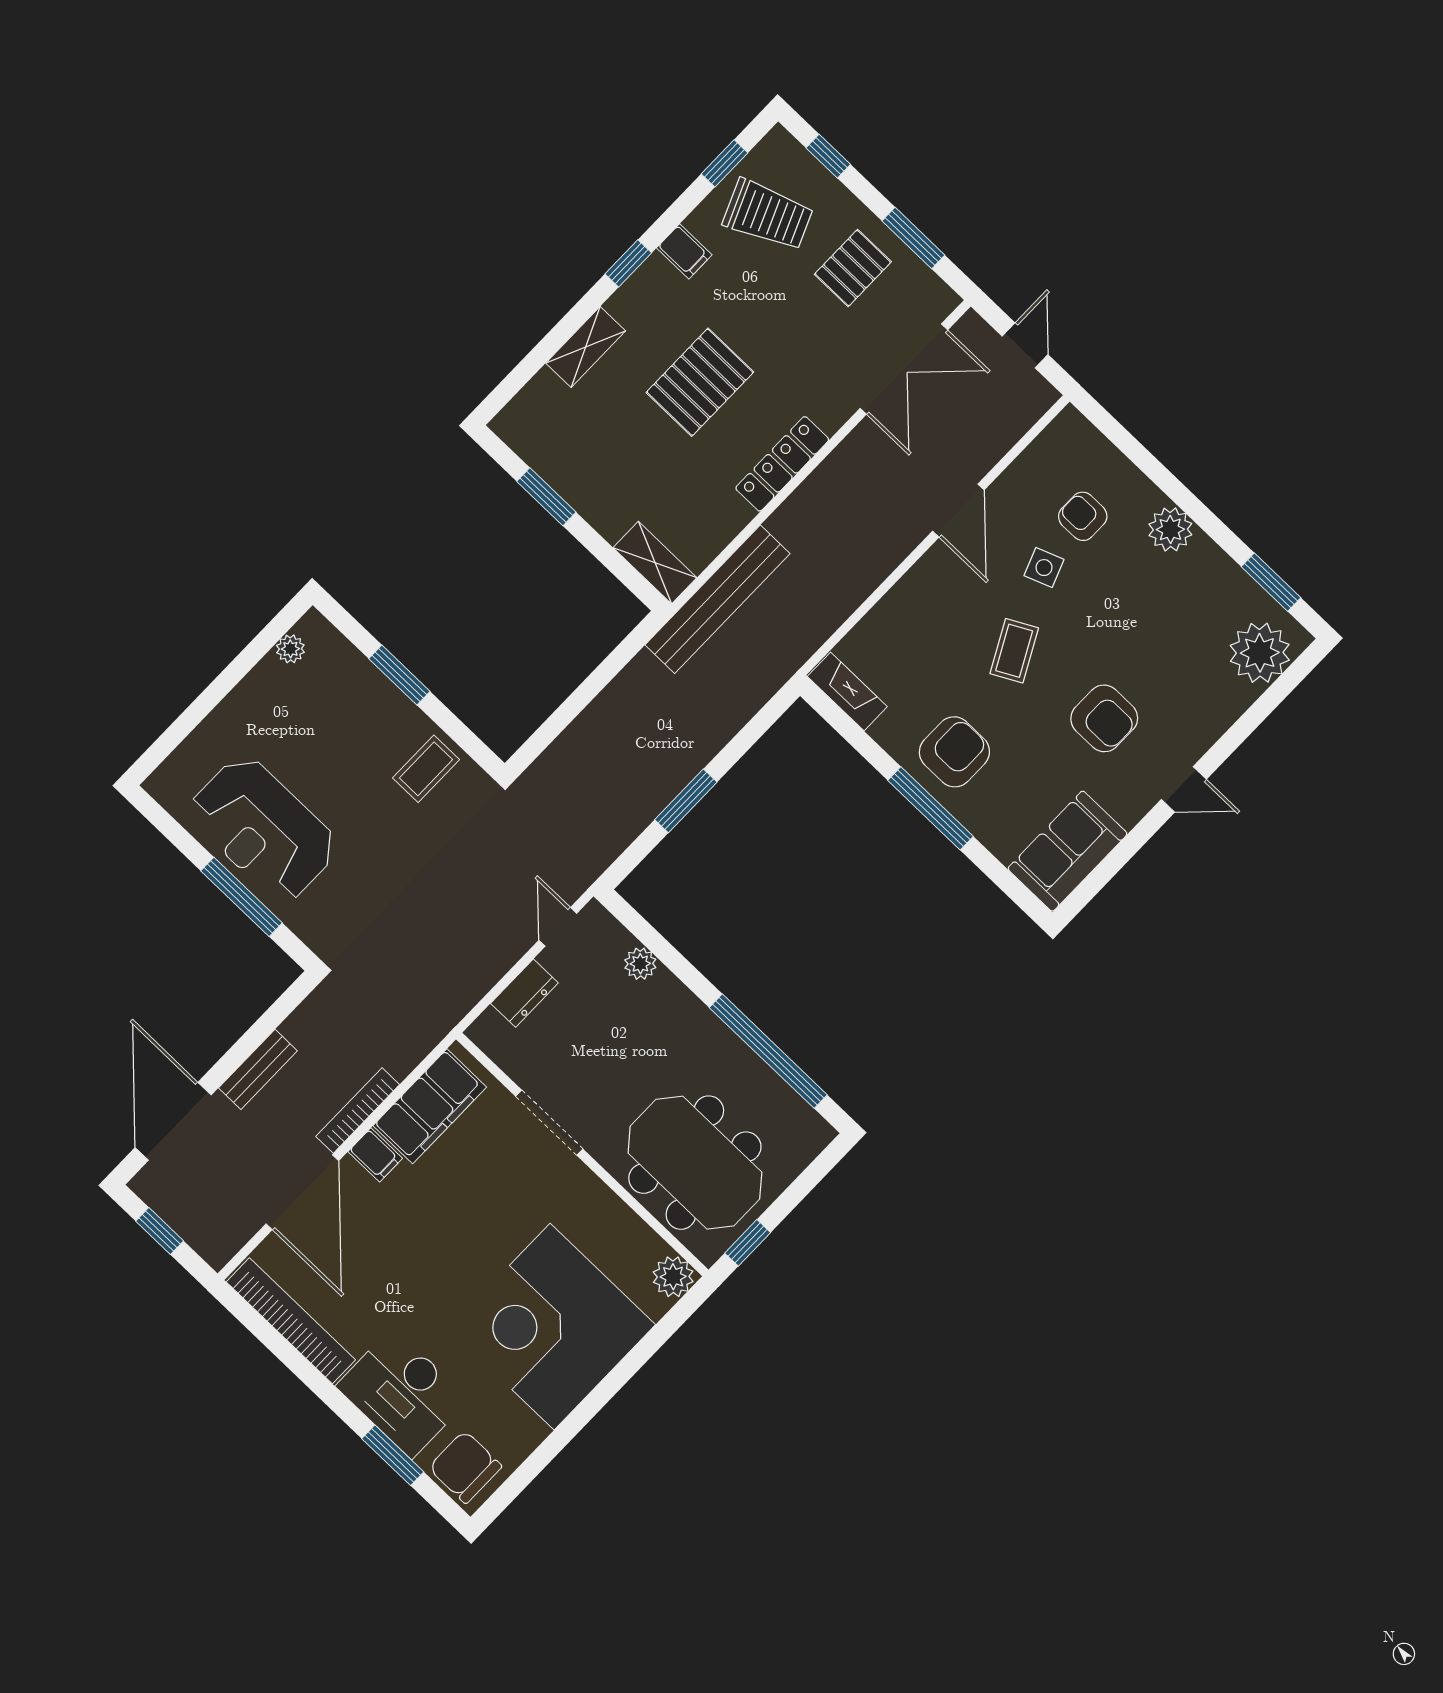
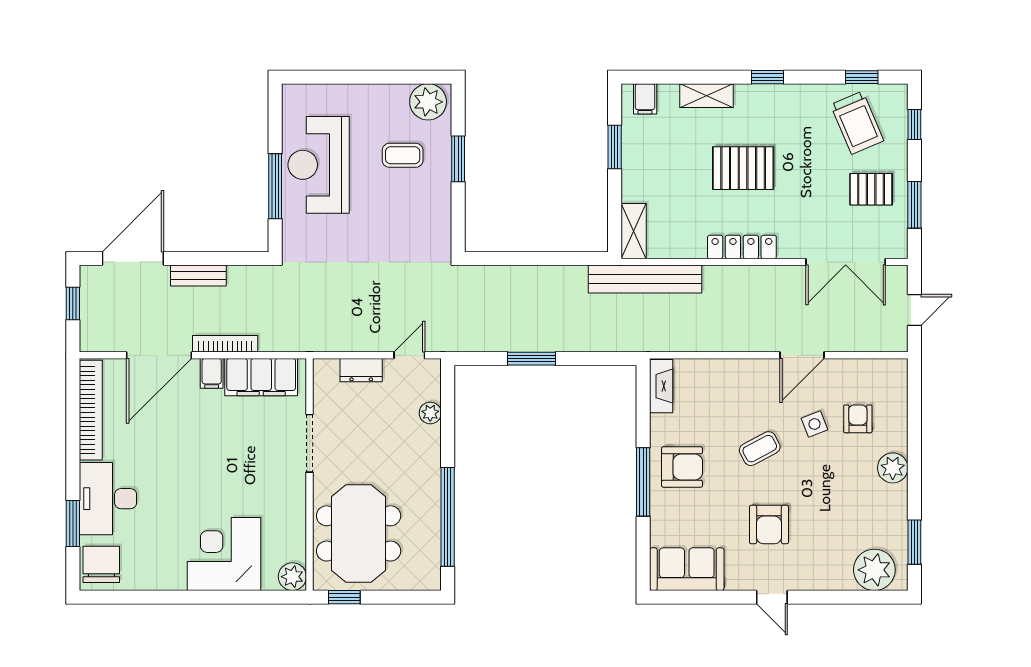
filing cabinet: (684, 251) -> (645, 99), moved
plant: (290, 649) -> (428, 102), width x1.88, depth x1.88
coffee table: (426, 769) -> (403, 155), moved
corner desk: (552, 1327) -> (224, 554), width x0.74, depth x0.74

